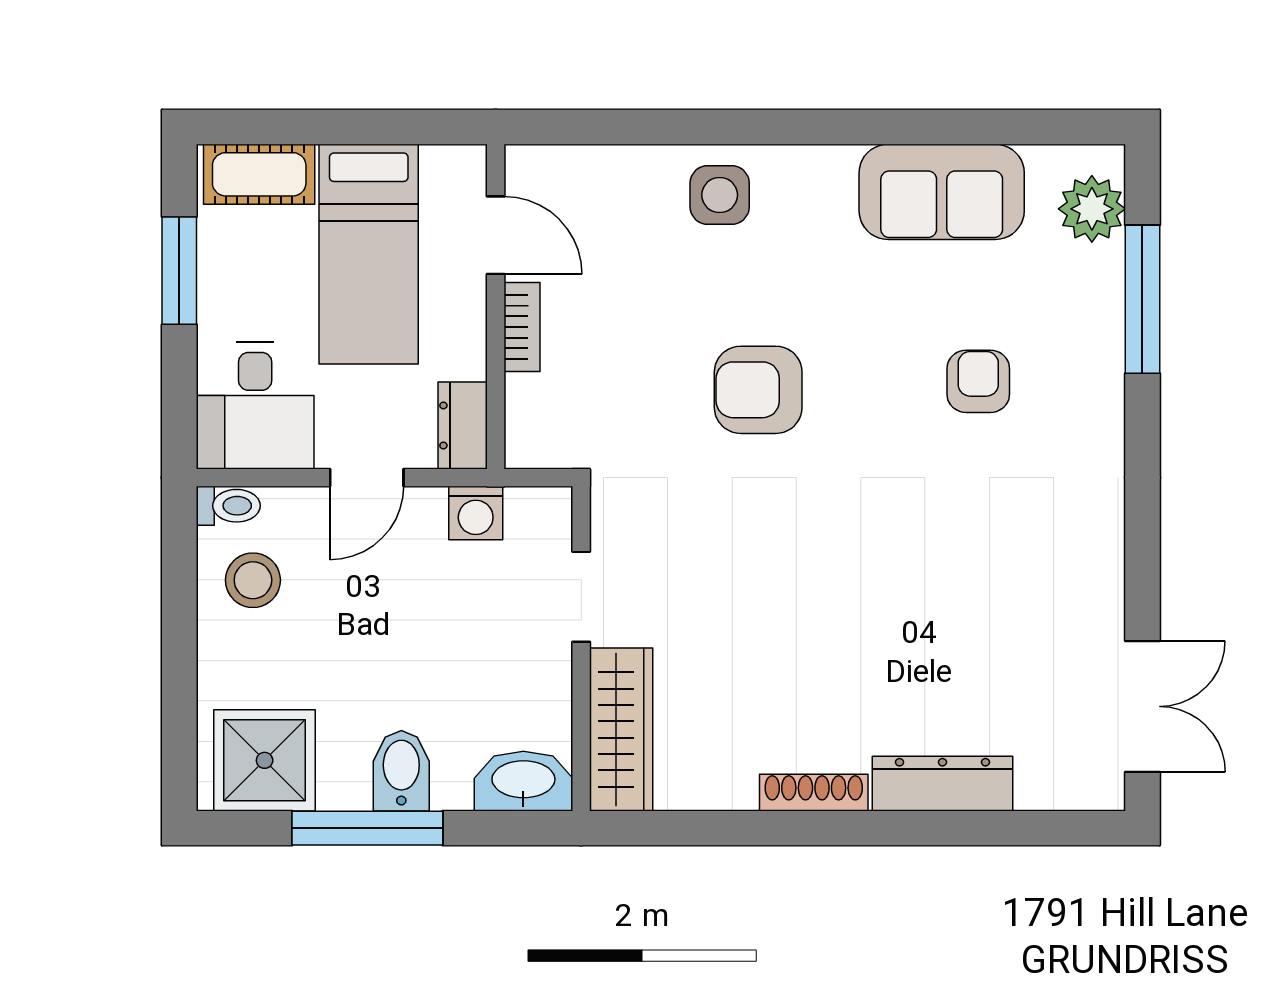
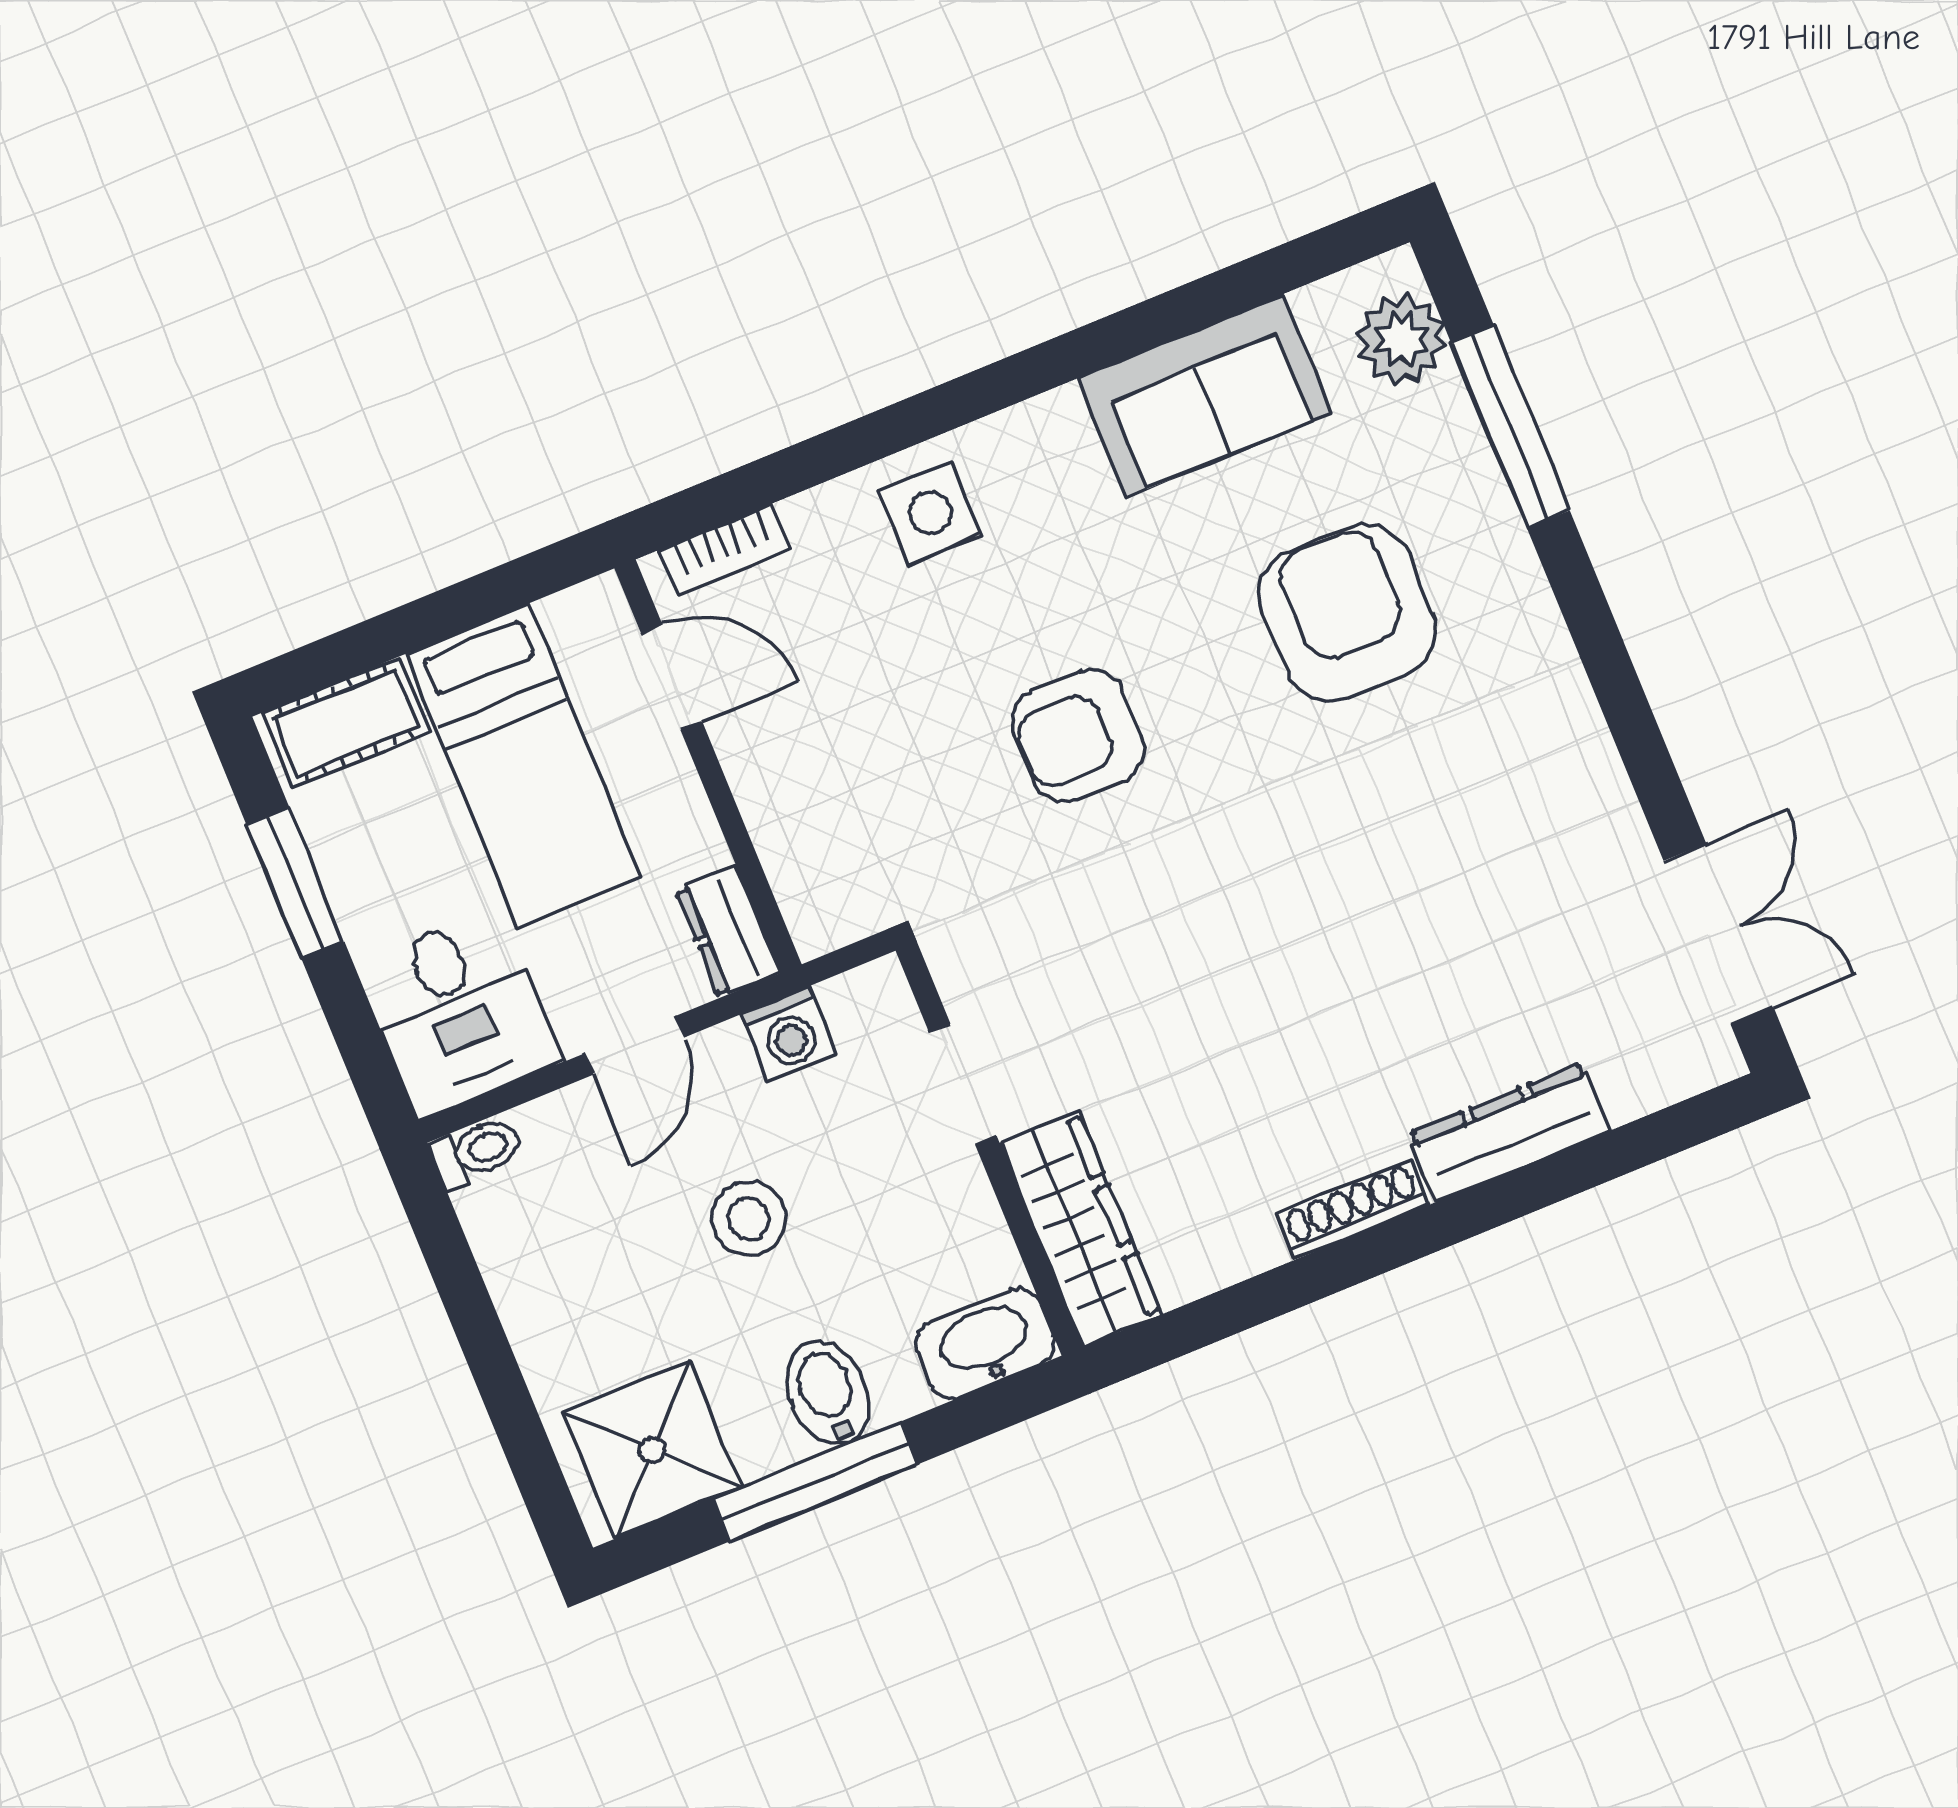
bookcase: (522, 327) -> (724, 549), moved, turned 90
armchair: (978, 381) -> (1348, 613), width x1.88, depth x1.88
stool: (253, 580) -> (749, 1218), moved

